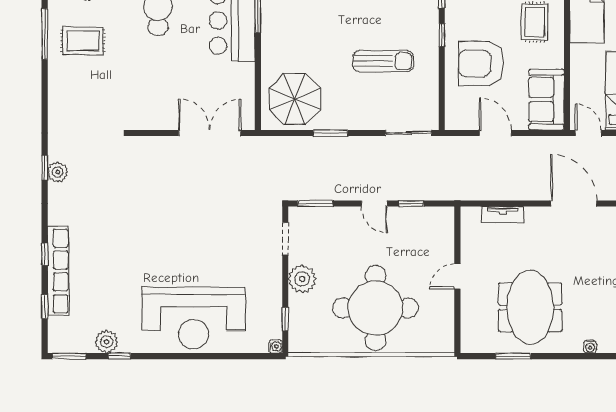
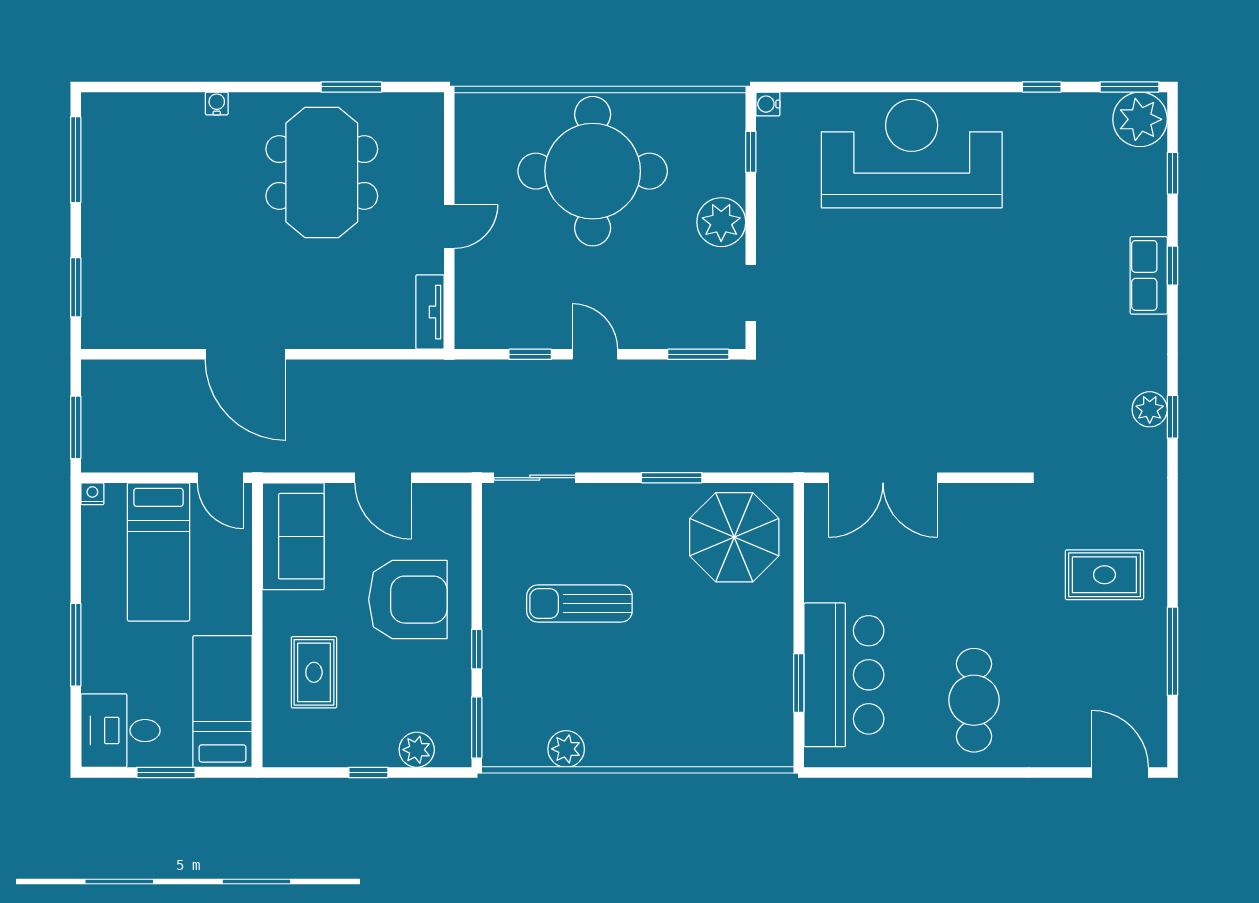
rug: (83, 41) -> (1104, 575), moved
tv unit: (503, 215) -> (430, 312), moved, turned -90
row of seats: (58, 271) -> (1149, 275), width x0.50
plant: (107, 342) -> (1140, 119), moved, width x1.36, depth x1.36

